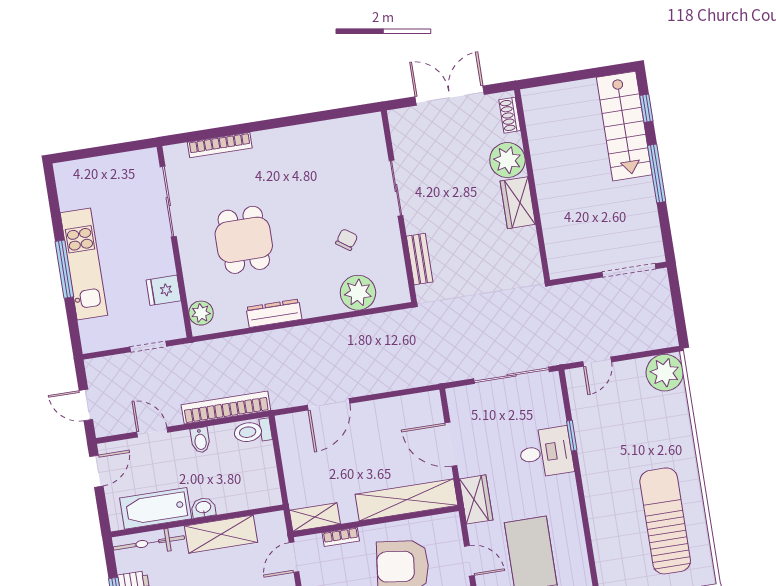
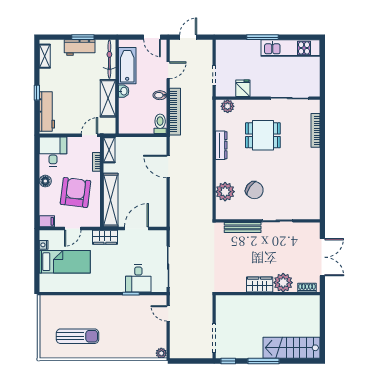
window: (646, 108) -> (228, 361), moved
chair: (347, 240) -> (254, 190), width x1.87, depth x1.87
bench: (420, 259) -> (243, 227), width x1.36
kitchen unit: (84, 264) -> (291, 48), moved
plant: (665, 373) -> (161, 353), width x0.53, depth x0.53
desk: (546, 452) -> (138, 278), moved
sun lounger: (665, 521) -> (77, 336), width x0.73, depth x0.75
door: (294, 557) -> (90, 135), hinge flipped

